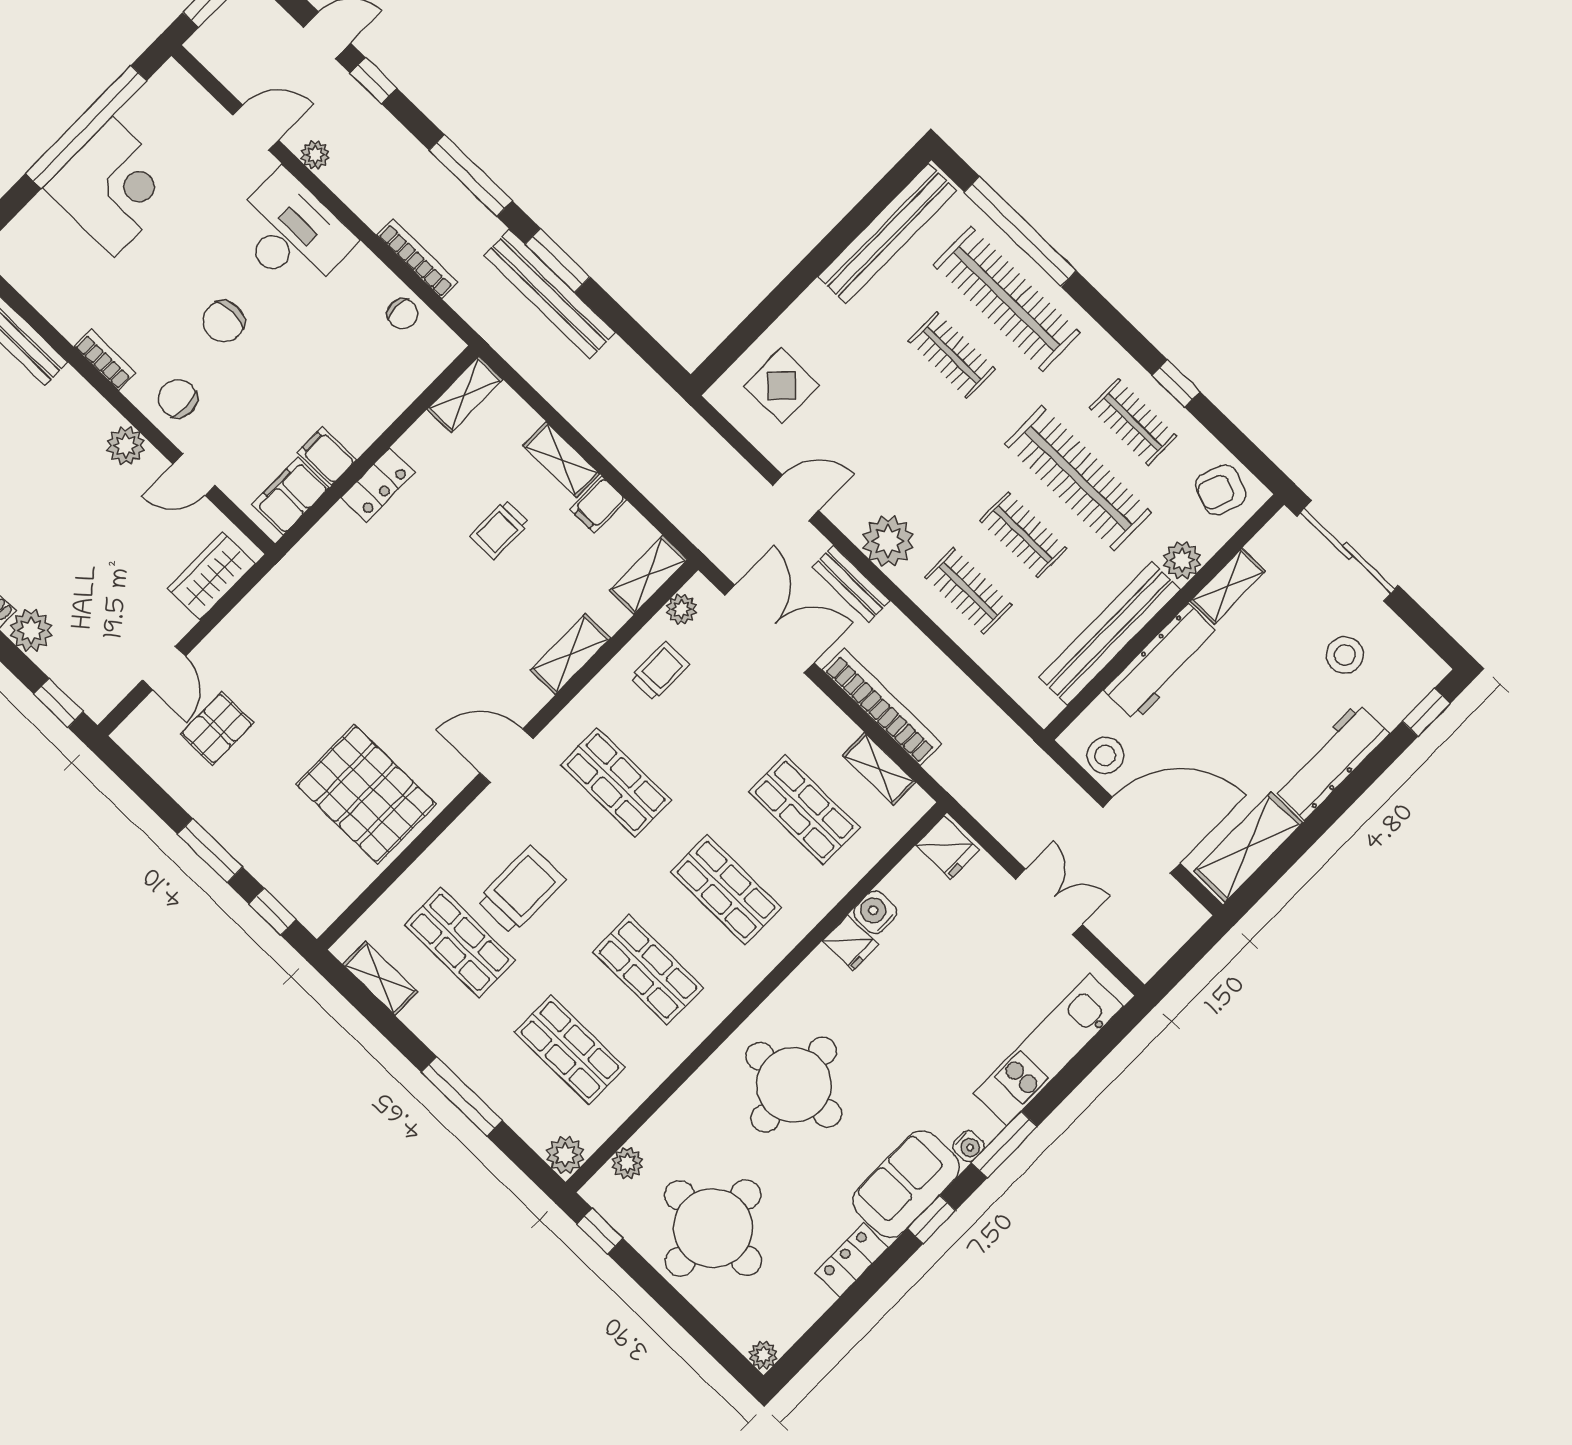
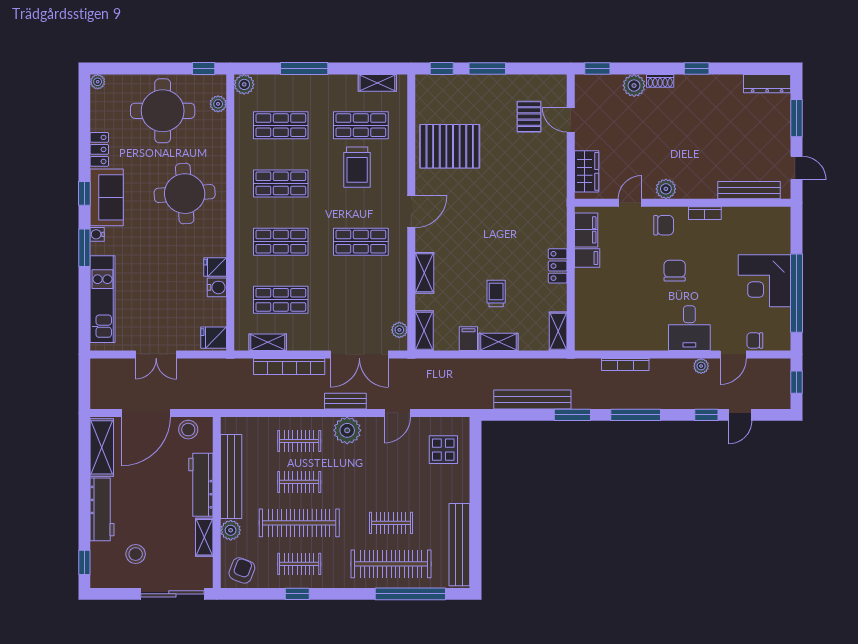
desk: (291, 233) -> (689, 328), width x0.73
bench: (550, 294) -> (532, 399), moved
chair: (403, 314) -> (755, 341), moved
trolley: (660, 671) -> (385, 299), removed

